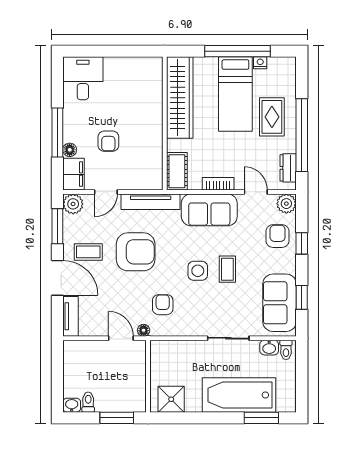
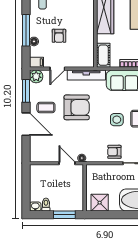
filing cabinet: (74, 174) -> (36, 62), width x0.50
armchair: (163, 305) -> (114, 152), moved, turned -90
tv unit: (71, 316) -> (35, 149), removed

